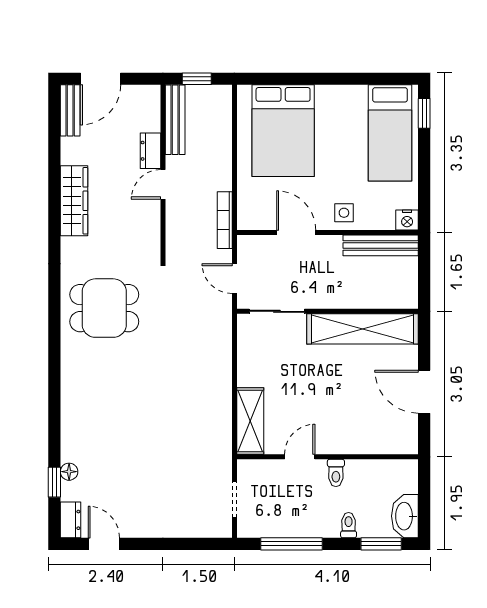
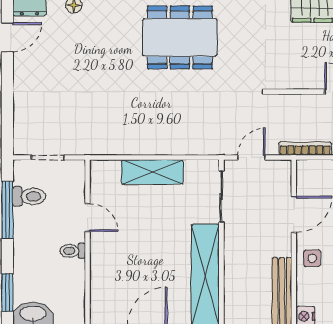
dining table: (104, 308) -> (180, 37), moved, width x1.37
shelving: (250, 421) -> (152, 172), moved
toilet: (349, 525) -> (29, 196), moved, width x1.37, depth x1.39

